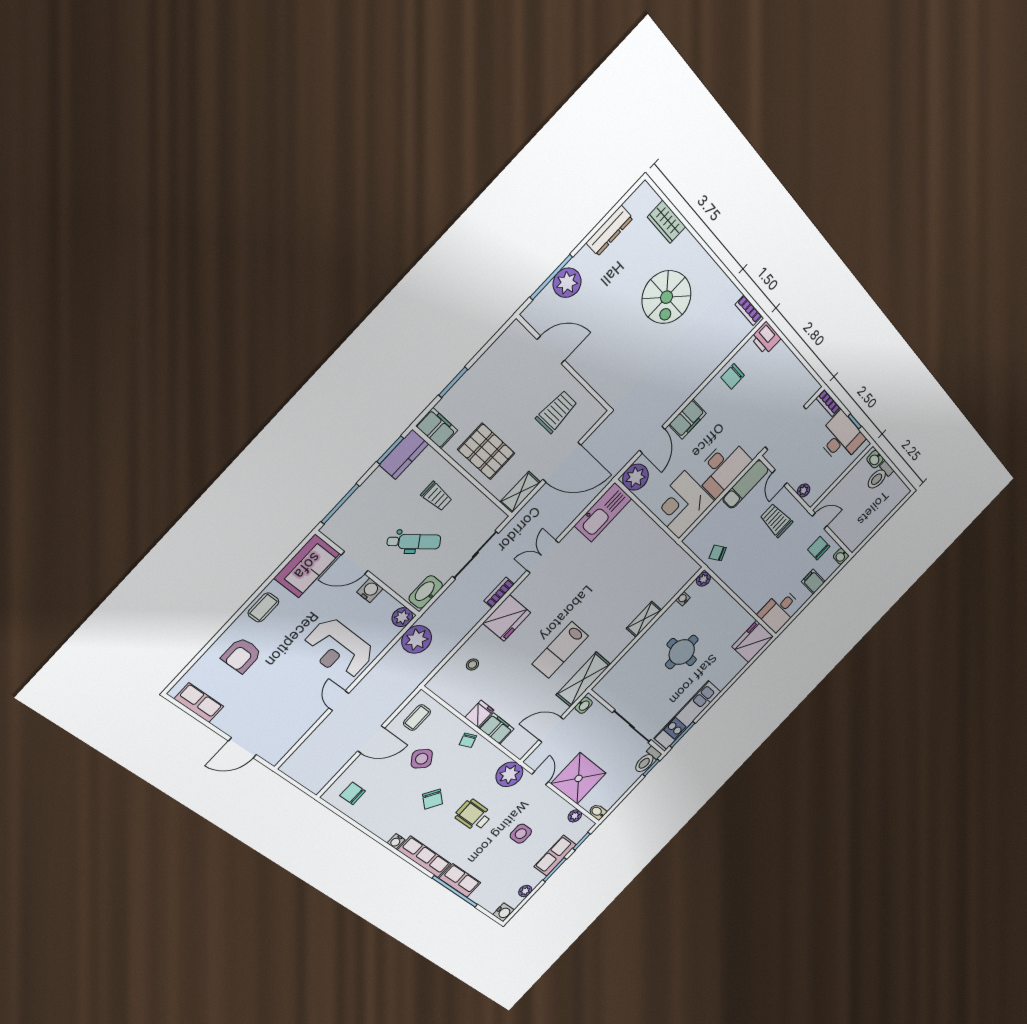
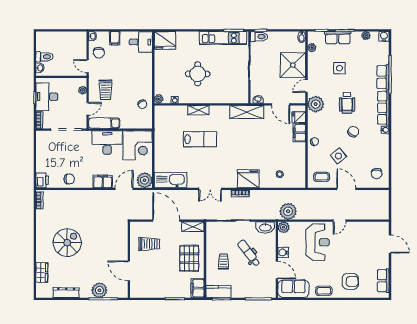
trolley: (557, 412) -> (149, 244), turned 180
lab bench: (560, 650) -> (200, 139), moved
fridge: (479, 714) -> (299, 117), moved

